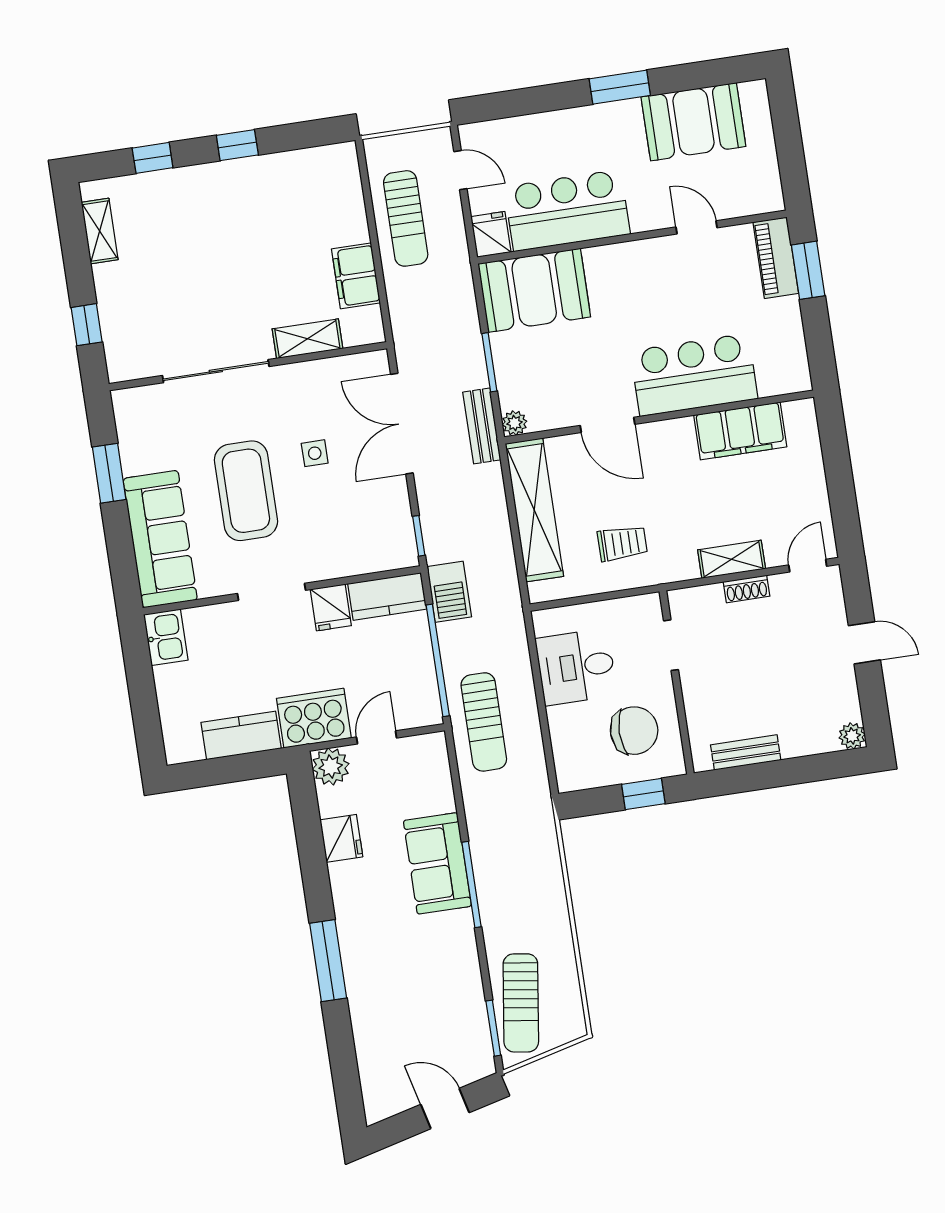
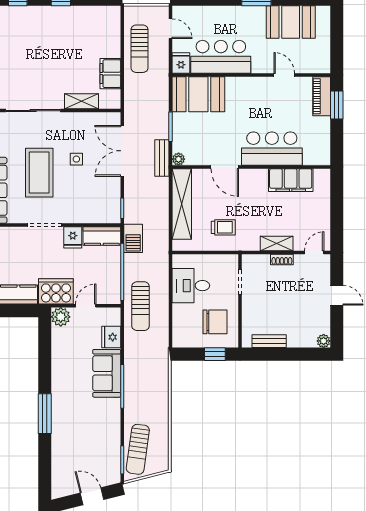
fridge: (341, 838) -> (111, 337), moved, turned 180

